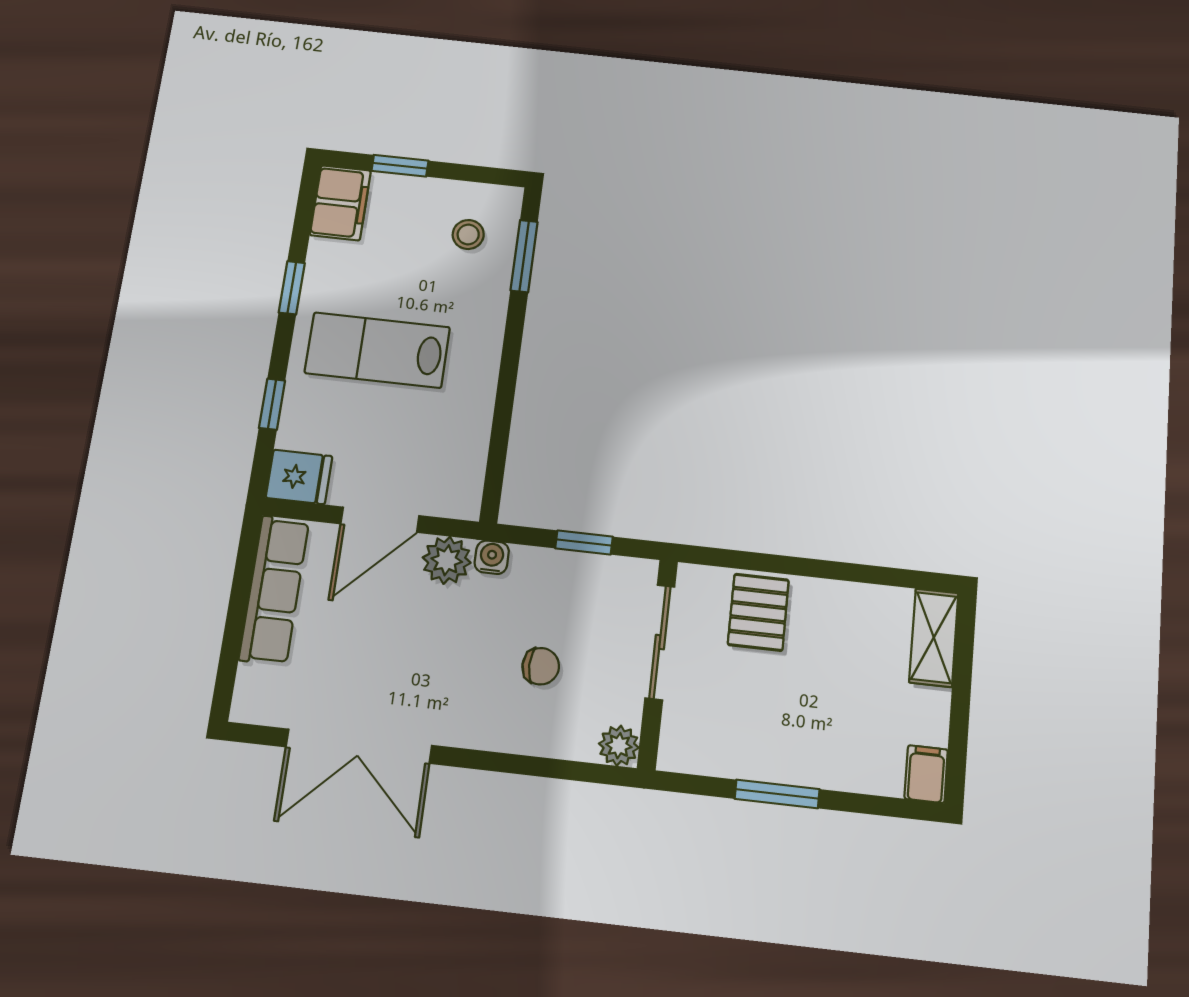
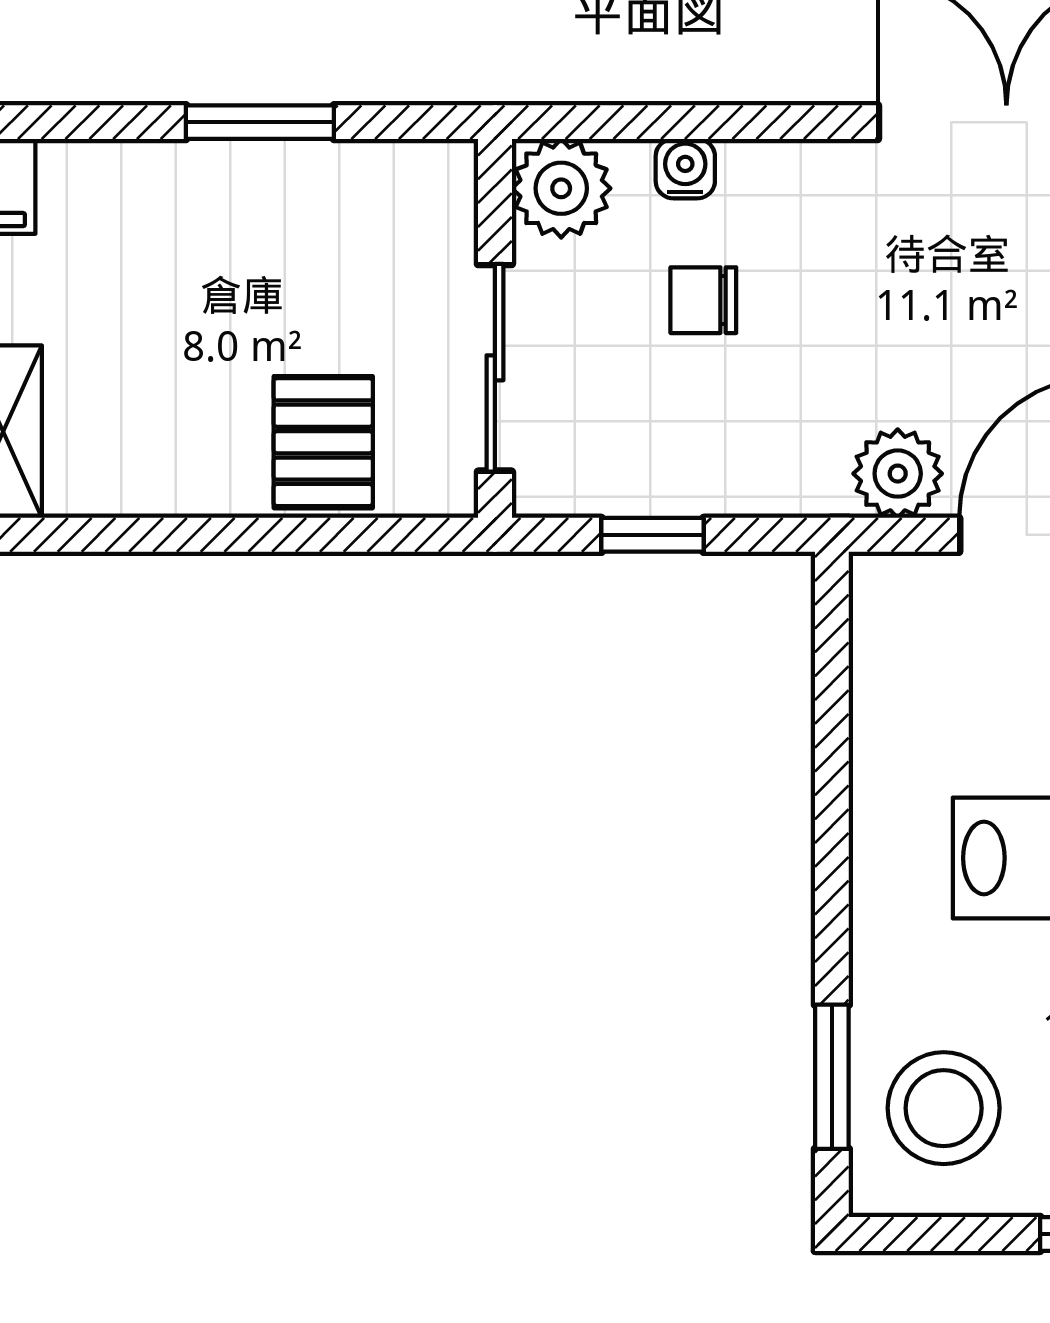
stool: (468, 235) -> (944, 1108), width x1.89, depth x1.89
water cooler: (492, 557) -> (685, 169), moved, turned 180
plant: (619, 746) -> (561, 188), width x1.38, depth x1.38

